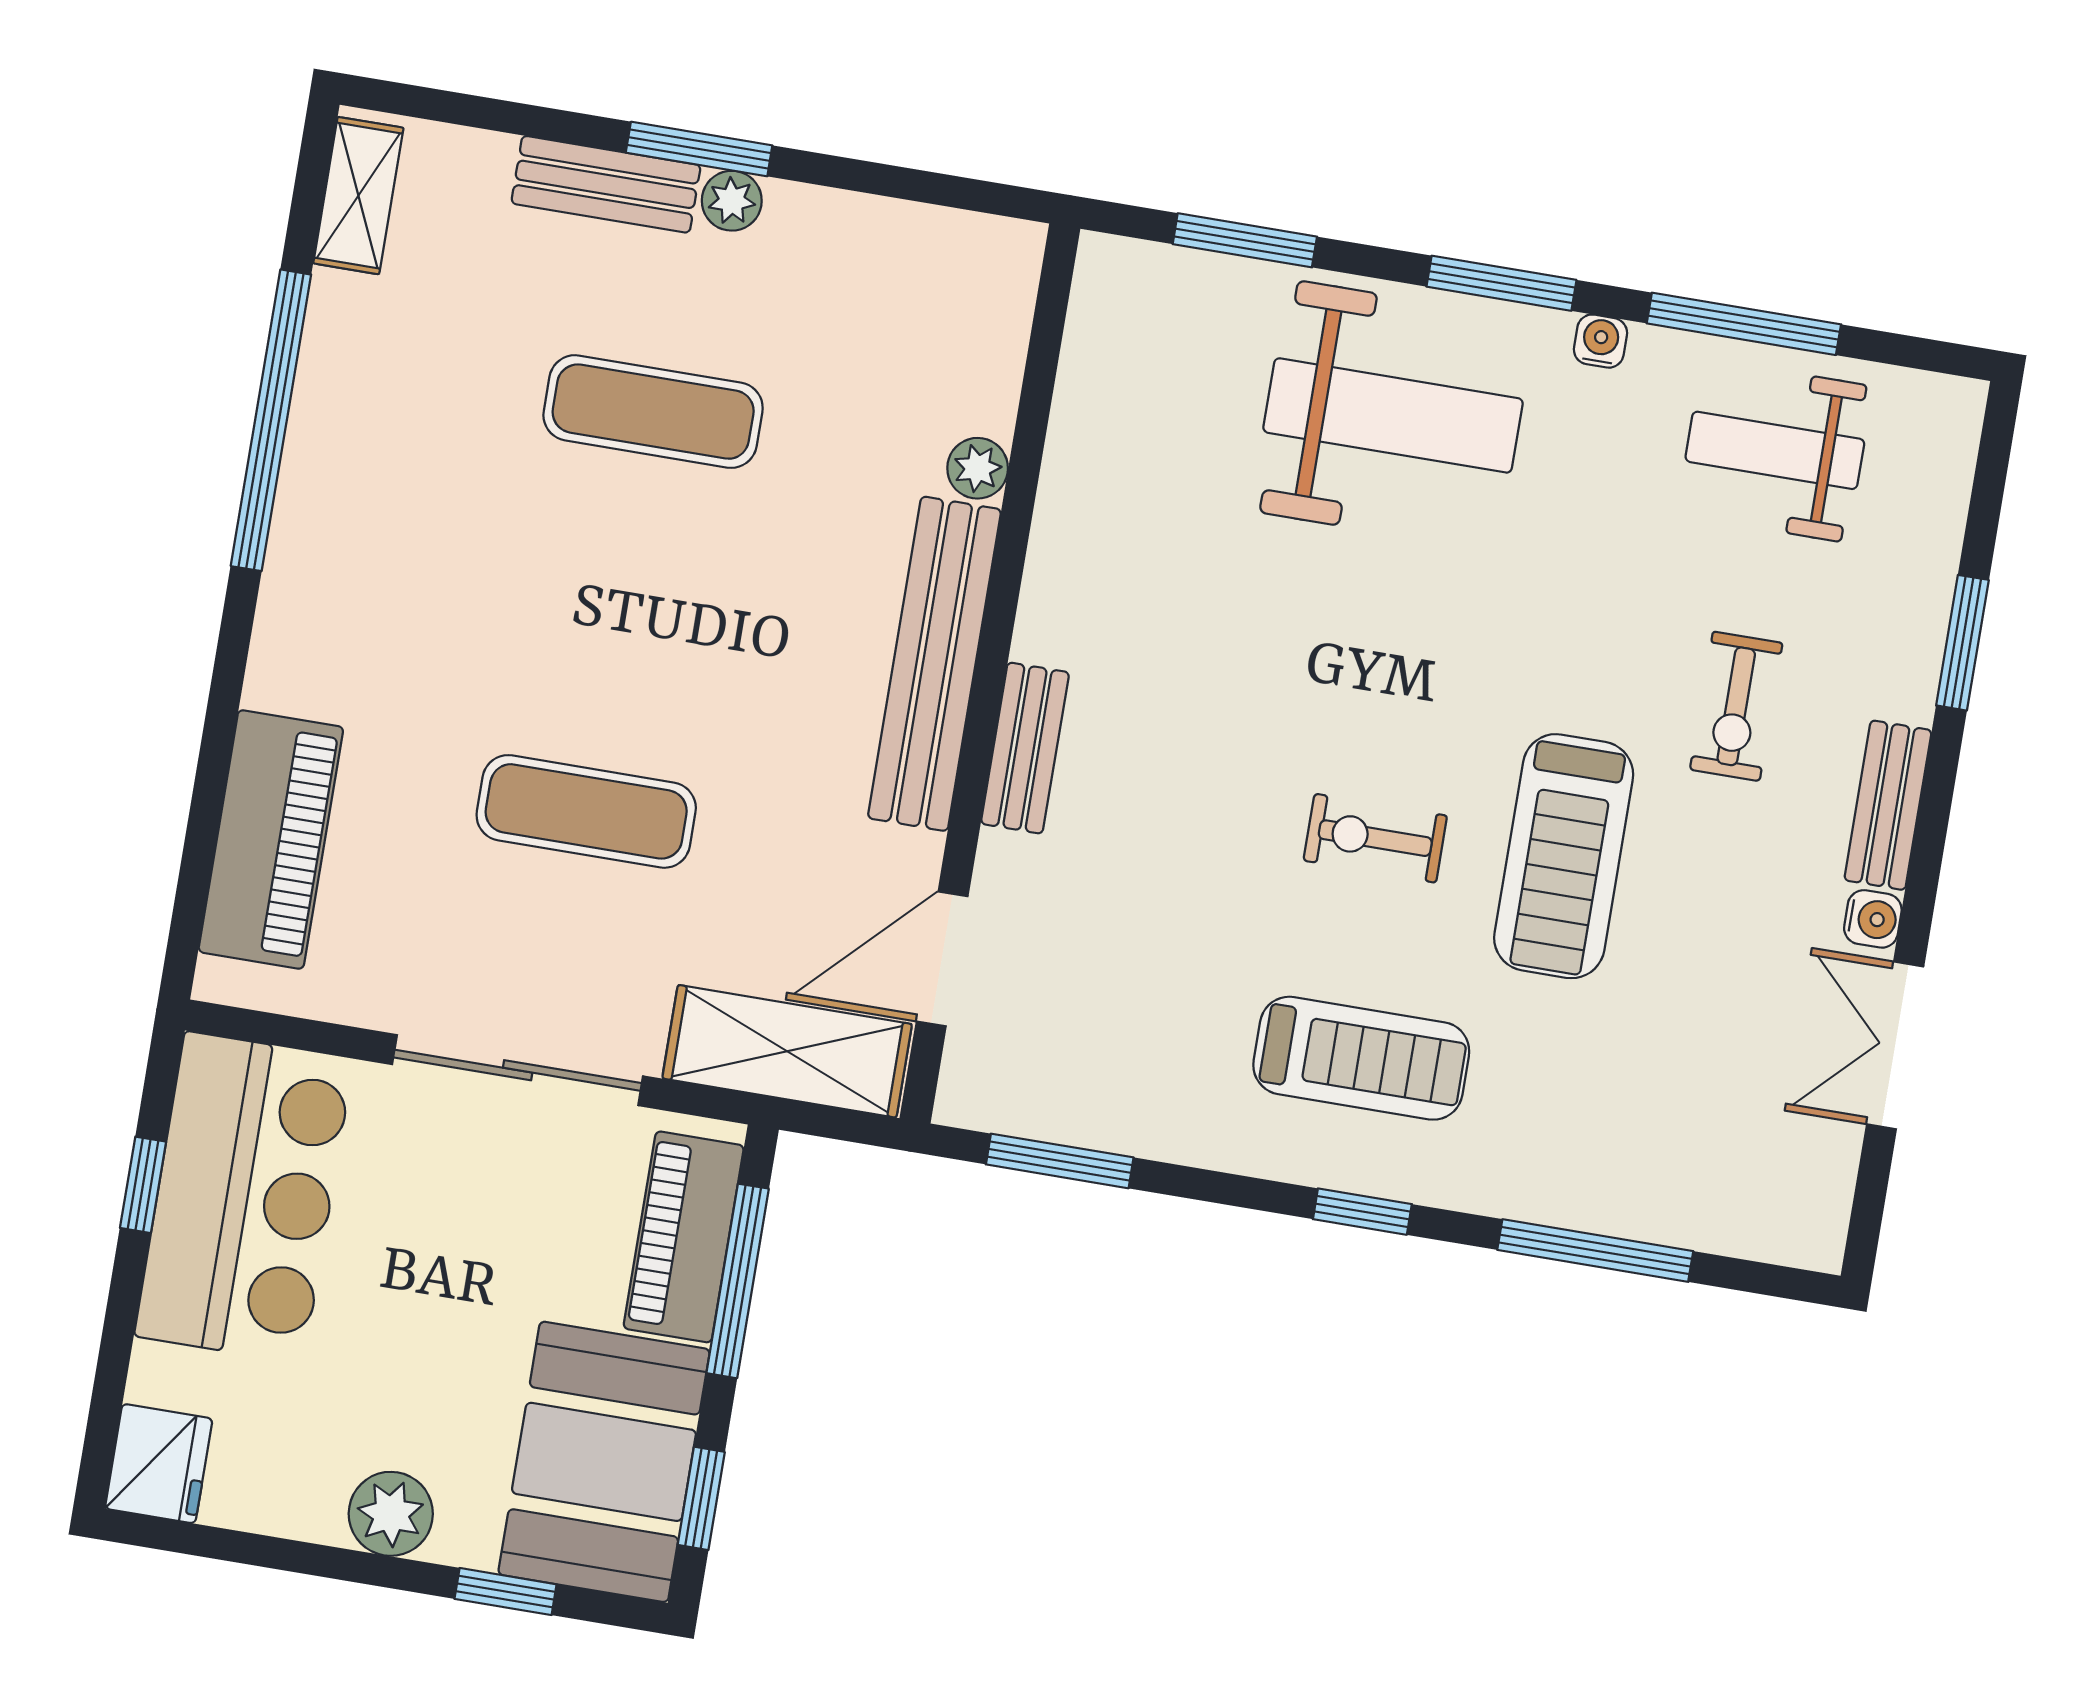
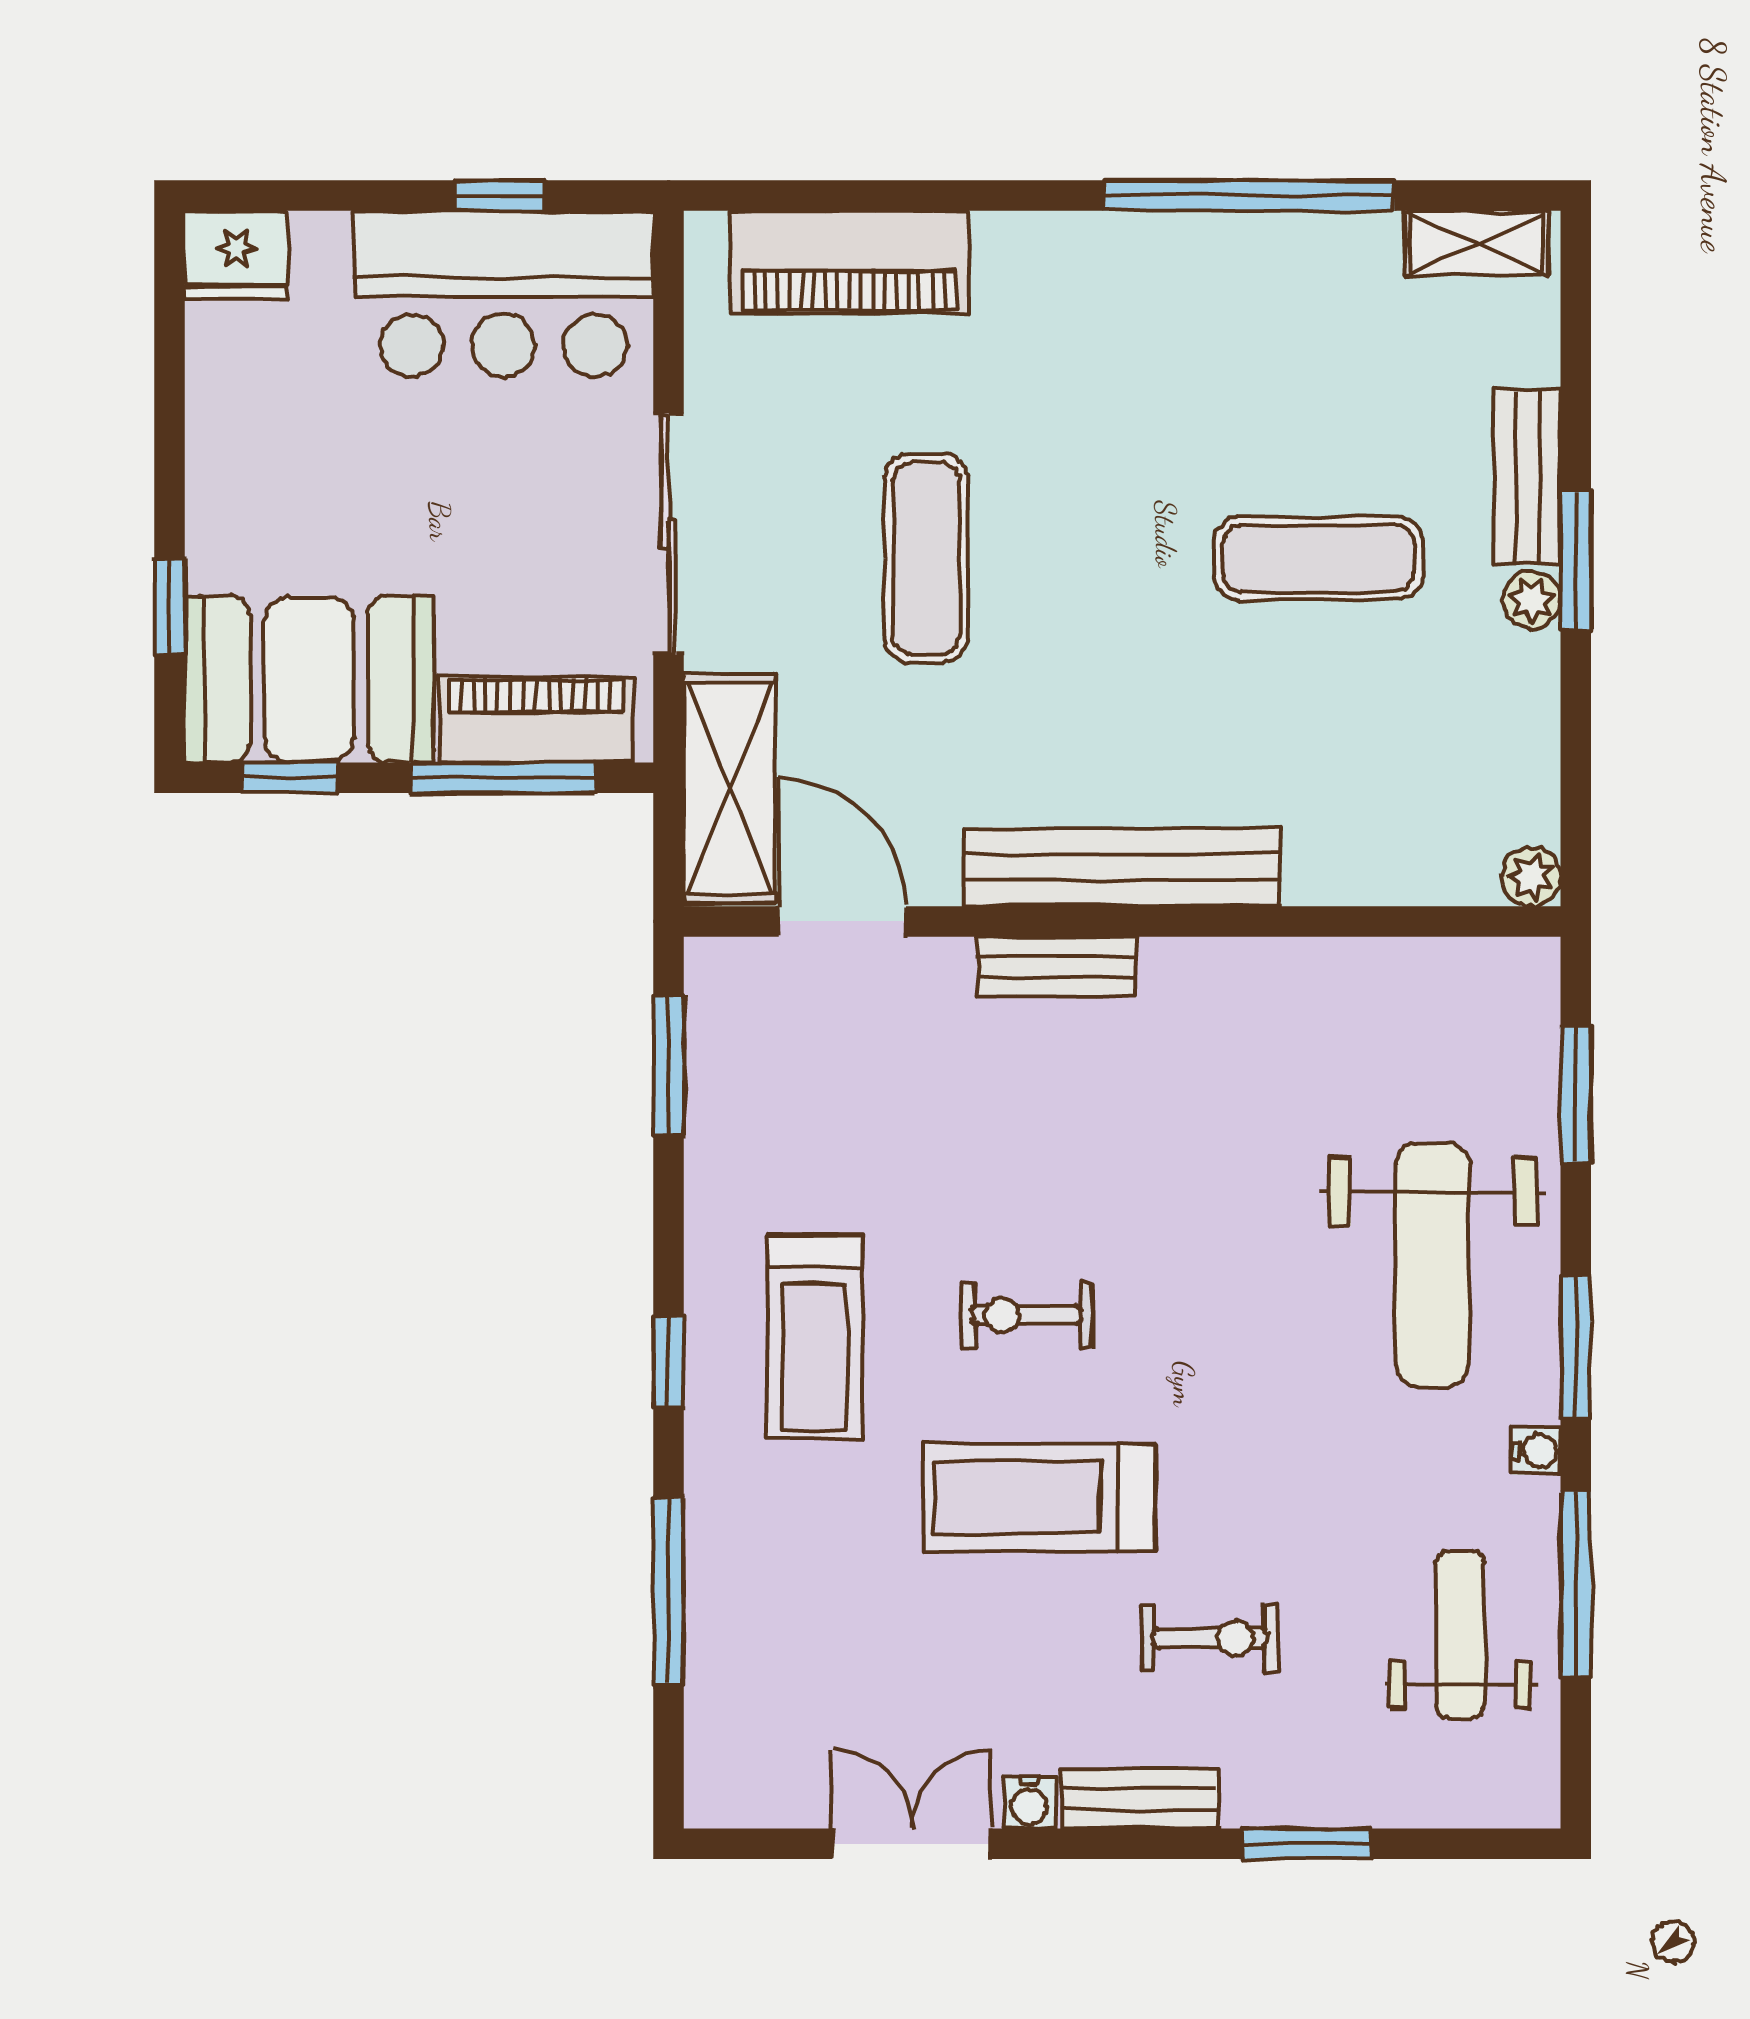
exercise mat: (653, 412) -> (1318, 558), turned 90
plant: (978, 468) -> (1531, 877), moved
exercise bike: (1736, 706) -> (1210, 1638), turned 180
exercise bike: (1375, 838) -> (1027, 1315), turned -90
plant: (391, 1514) -> (225, 484), removed

